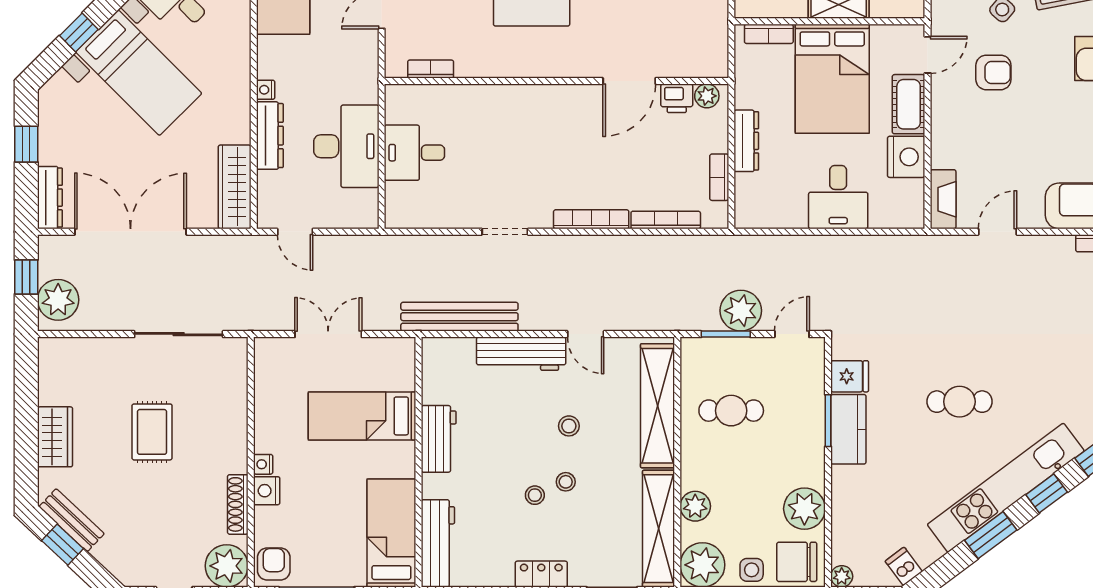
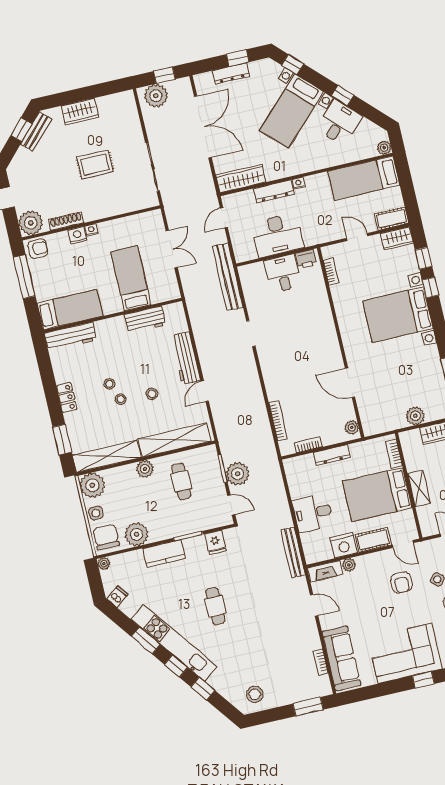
window: (79, 32) -> (293, 64), moved
printer: (677, 98) -> (306, 259), moved, turned -90
plant: (942, 156) -> (349, 565), added
dresser: (50, 198) -> (231, 73), moved
bookcase: (591, 219) -> (269, 380), removed
bench: (898, 247) -> (293, 552), added
bench: (459, 317) -> (228, 277), moved
kitchen counter: (848, 429) -> (164, 553), moved
workbench: (439, 439) -> (145, 320), moved
plant: (695, 506) -> (145, 469), moved

